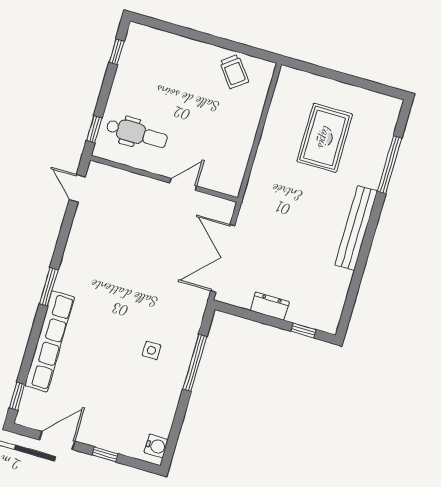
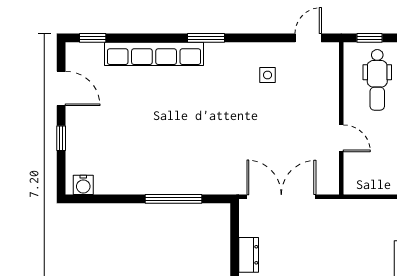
side table: (152, 350) -> (268, 75), moved

